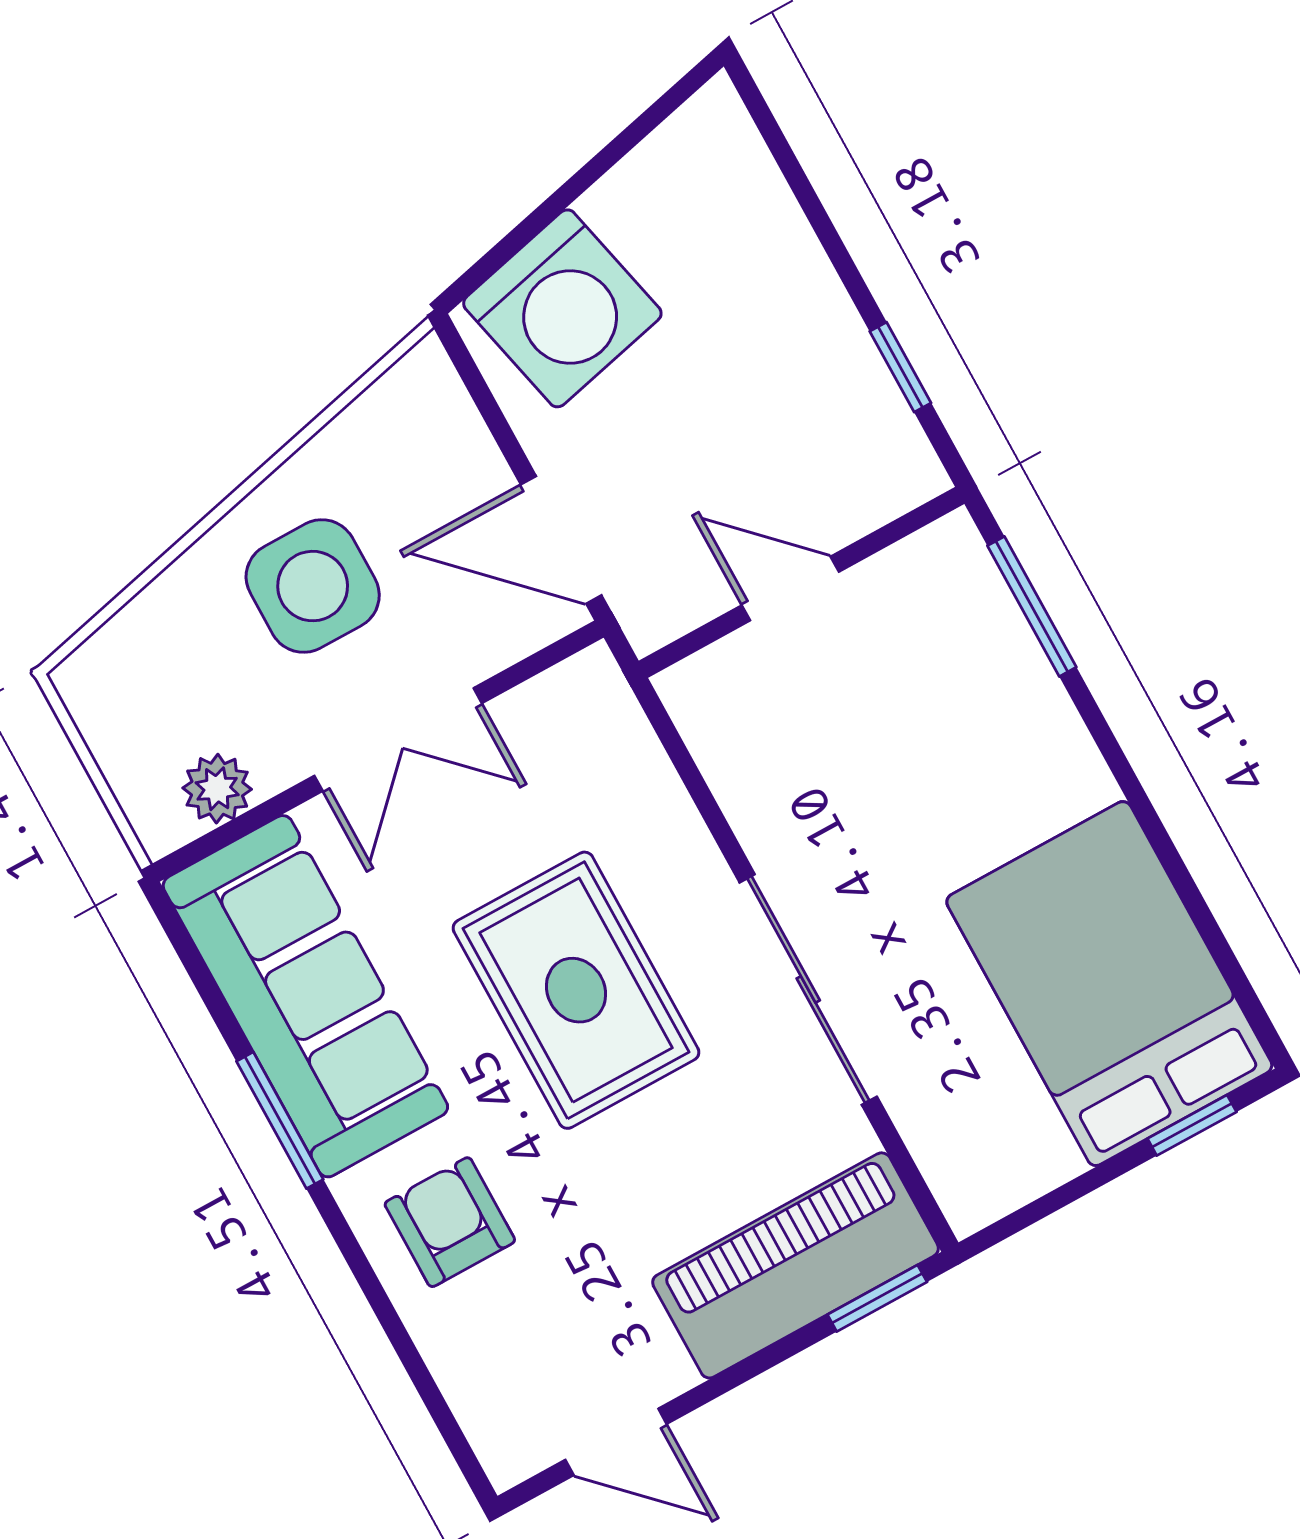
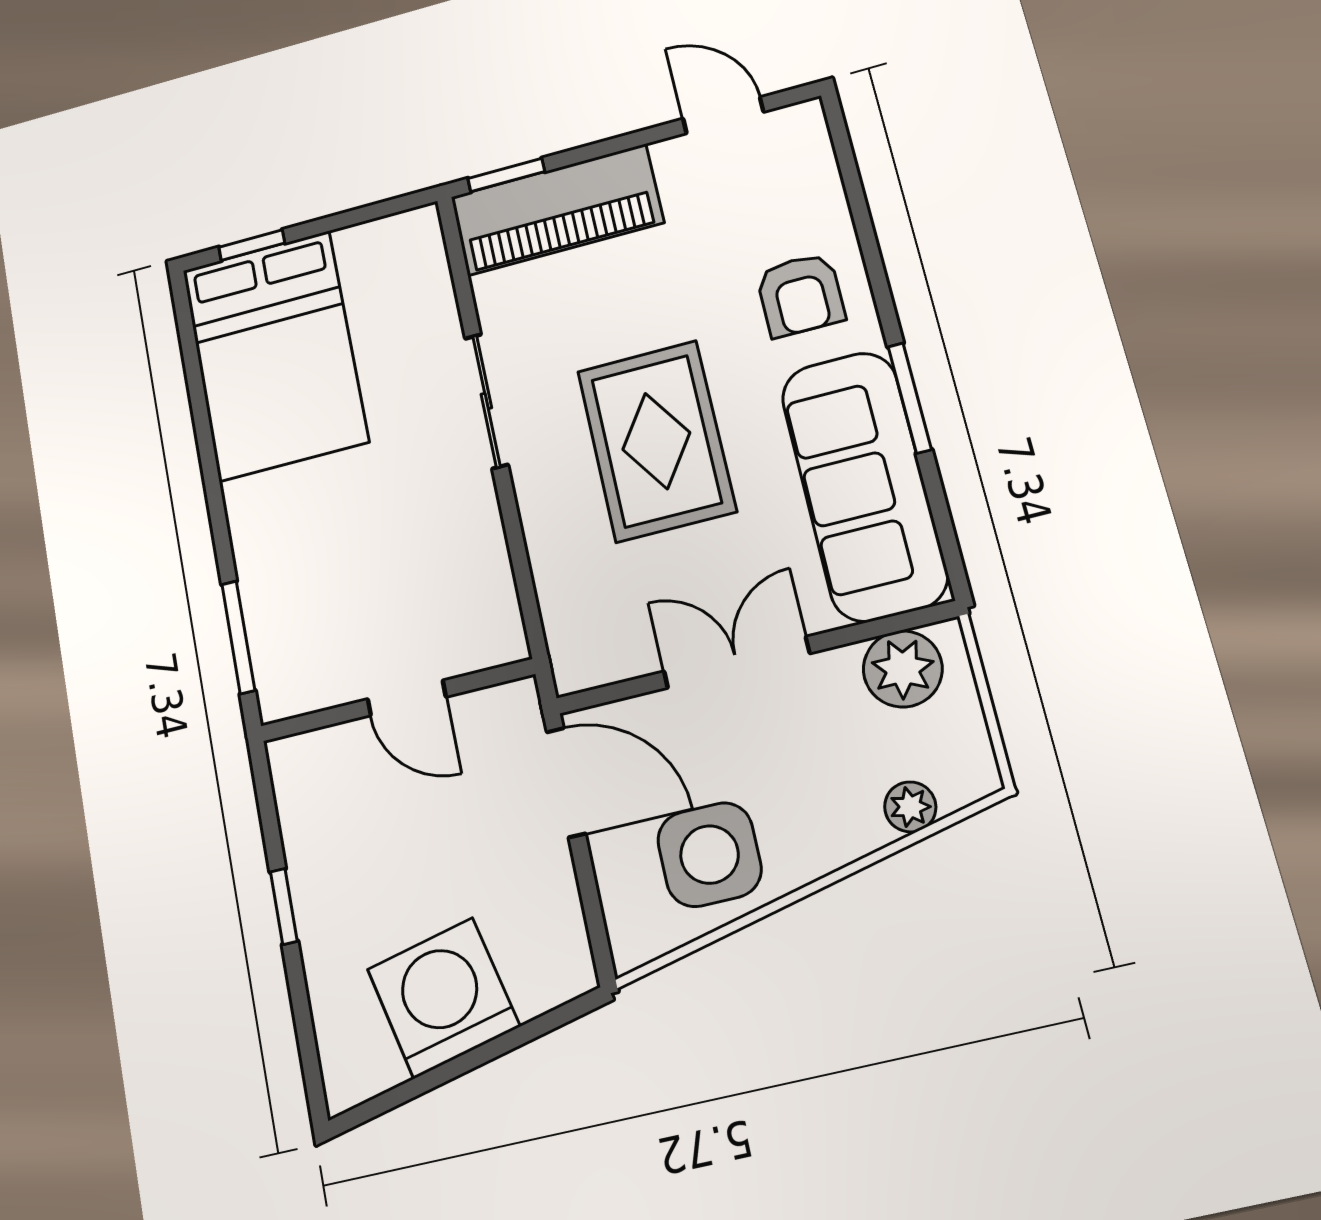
washing machine: (562, 308) -> (443, 998), moved
window: (900, 367) -> (284, 907), moved
side table: (313, 586) -> (709, 855), moved
plant: (148, 623) -> (910, 807), added
plant: (217, 789) -> (903, 669), width x1.38, depth x1.38
sliding door: (808, 989) -> (486, 401), width x0.73

